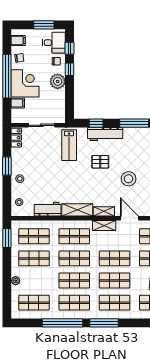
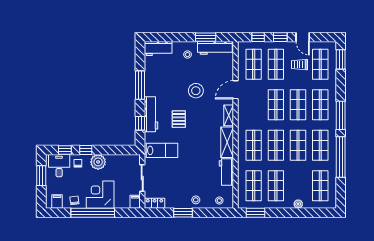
filing cabinet: (18, 103) -> (135, 202), moved
shelving: (104, 226) -> (243, 115), removed

